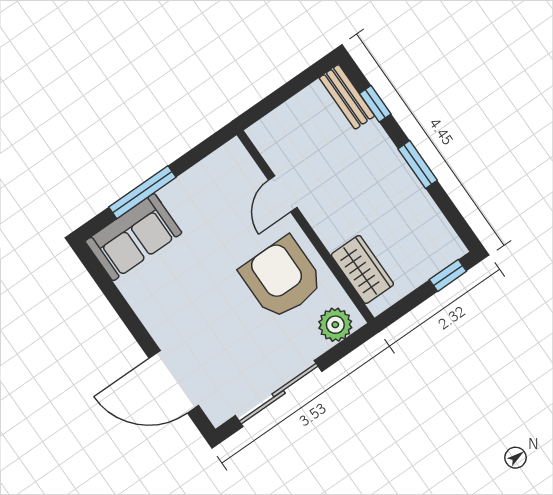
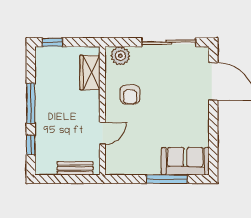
bench: (347, 97) -> (75, 168), moved, turned 90
window: (418, 165) -> (31, 103), width x1.44
armchair: (282, 278) -> (130, 95), width x0.53, depth x0.53

